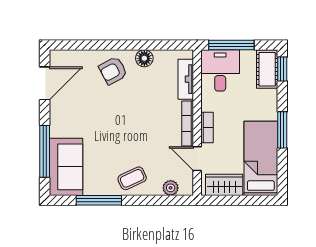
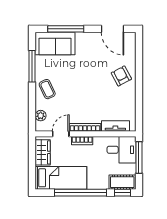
floor lamp: (144, 58) -> (130, 98), removed
window: (282, 130) -> (81, 193), width x2.11

